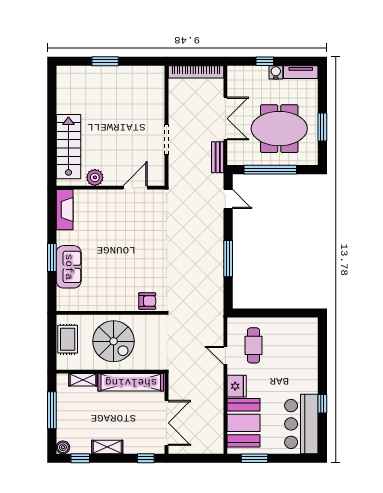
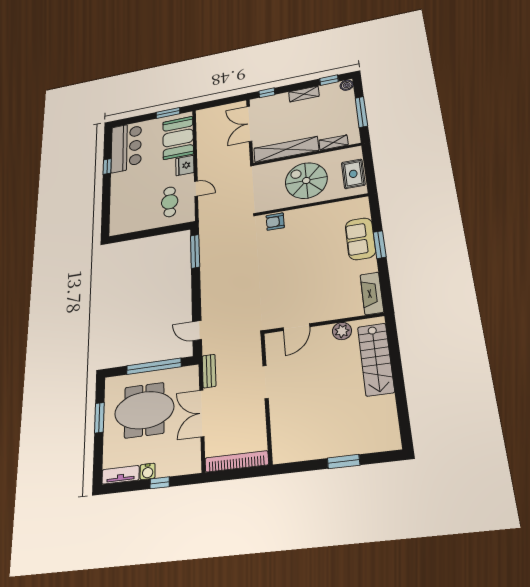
window: (228, 259) -> (195, 251), moved

